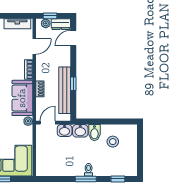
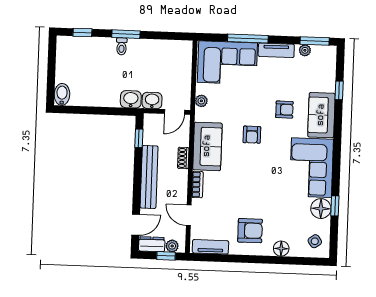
door: (34, 47) -> (189, 215), hinge flipped
window: (73, 84) -> (139, 138), moved
bench: (65, 90) -> (149, 177), moved
plant: (28, 121) -> (201, 101), moved
bidet: (94, 133) -> (62, 94), moved
stool: (113, 142) -> (88, 83), removed

